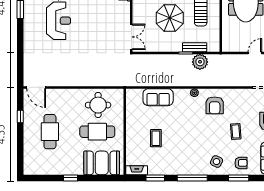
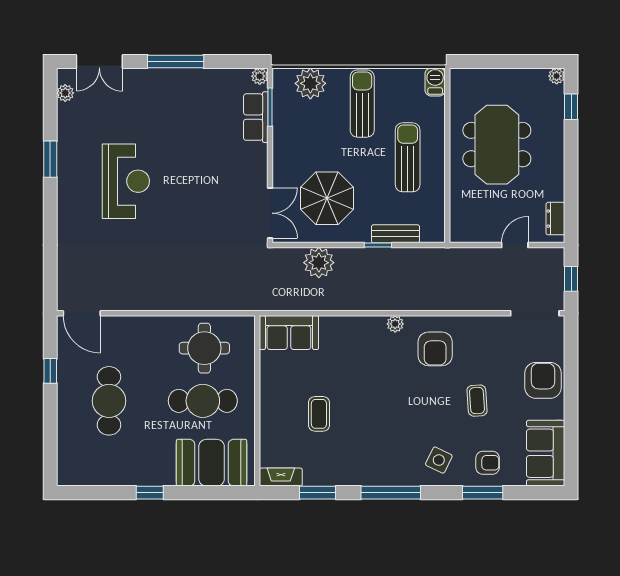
parasol: (170, 18) -> (327, 198), moved
plant: (200, 62) -> (319, 263), moved
sofa: (158, 97) -> (289, 333), moved

